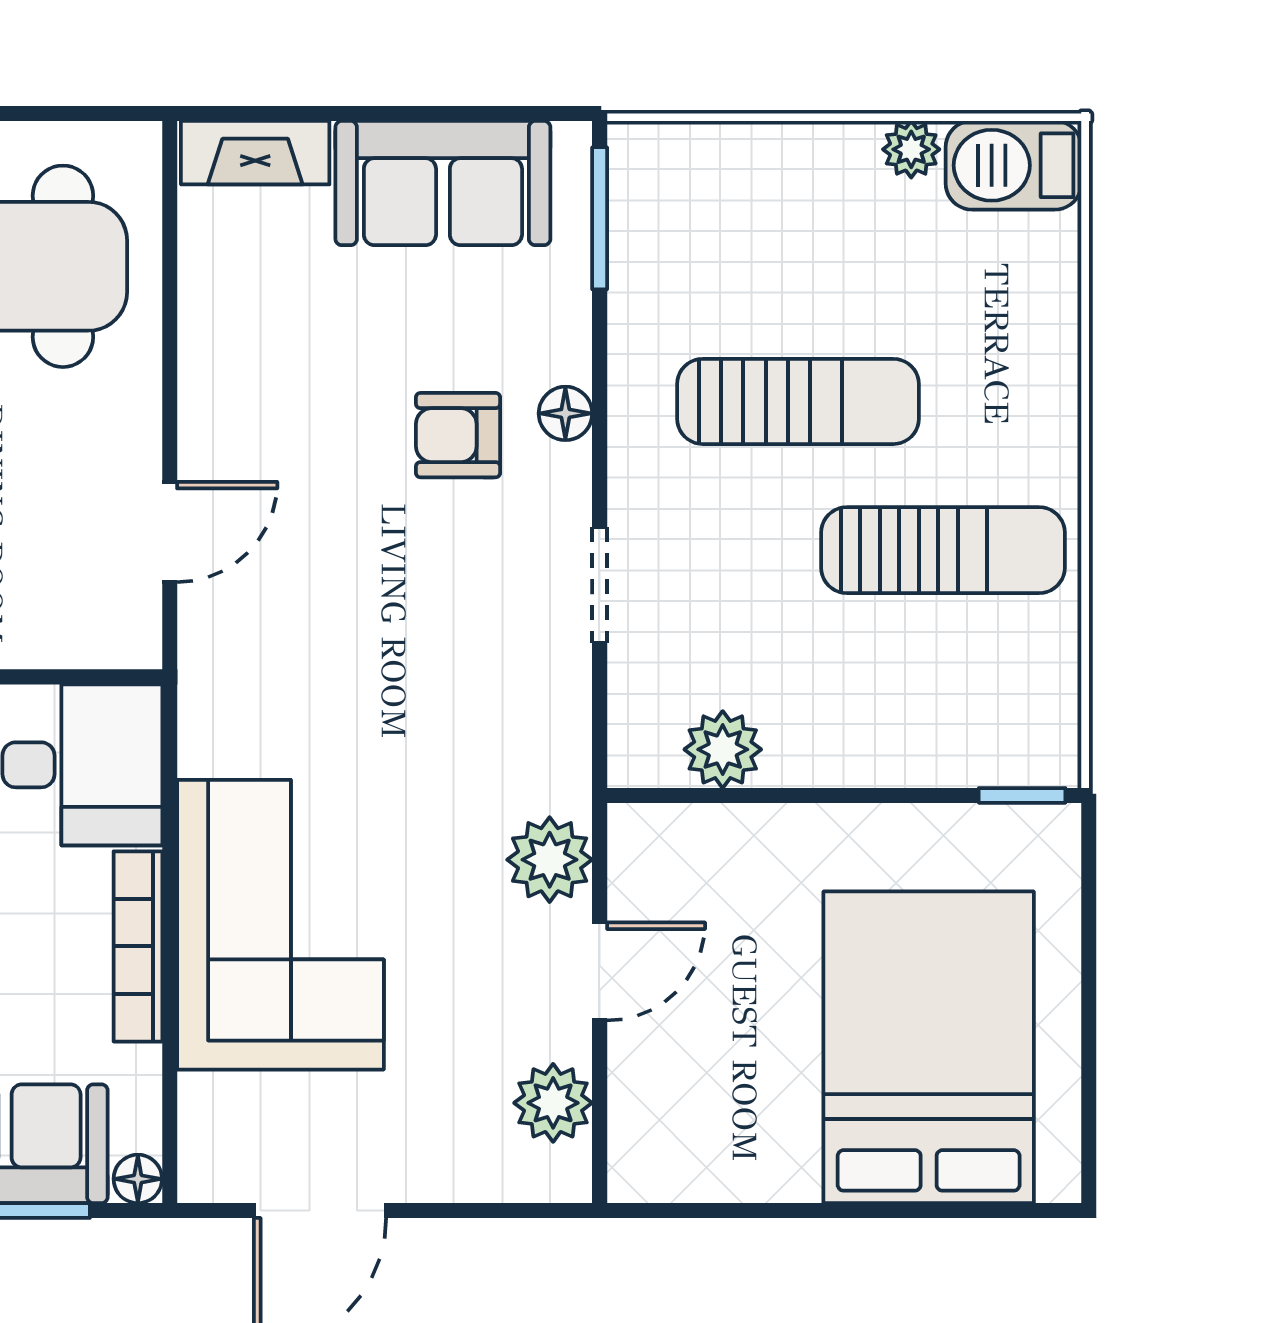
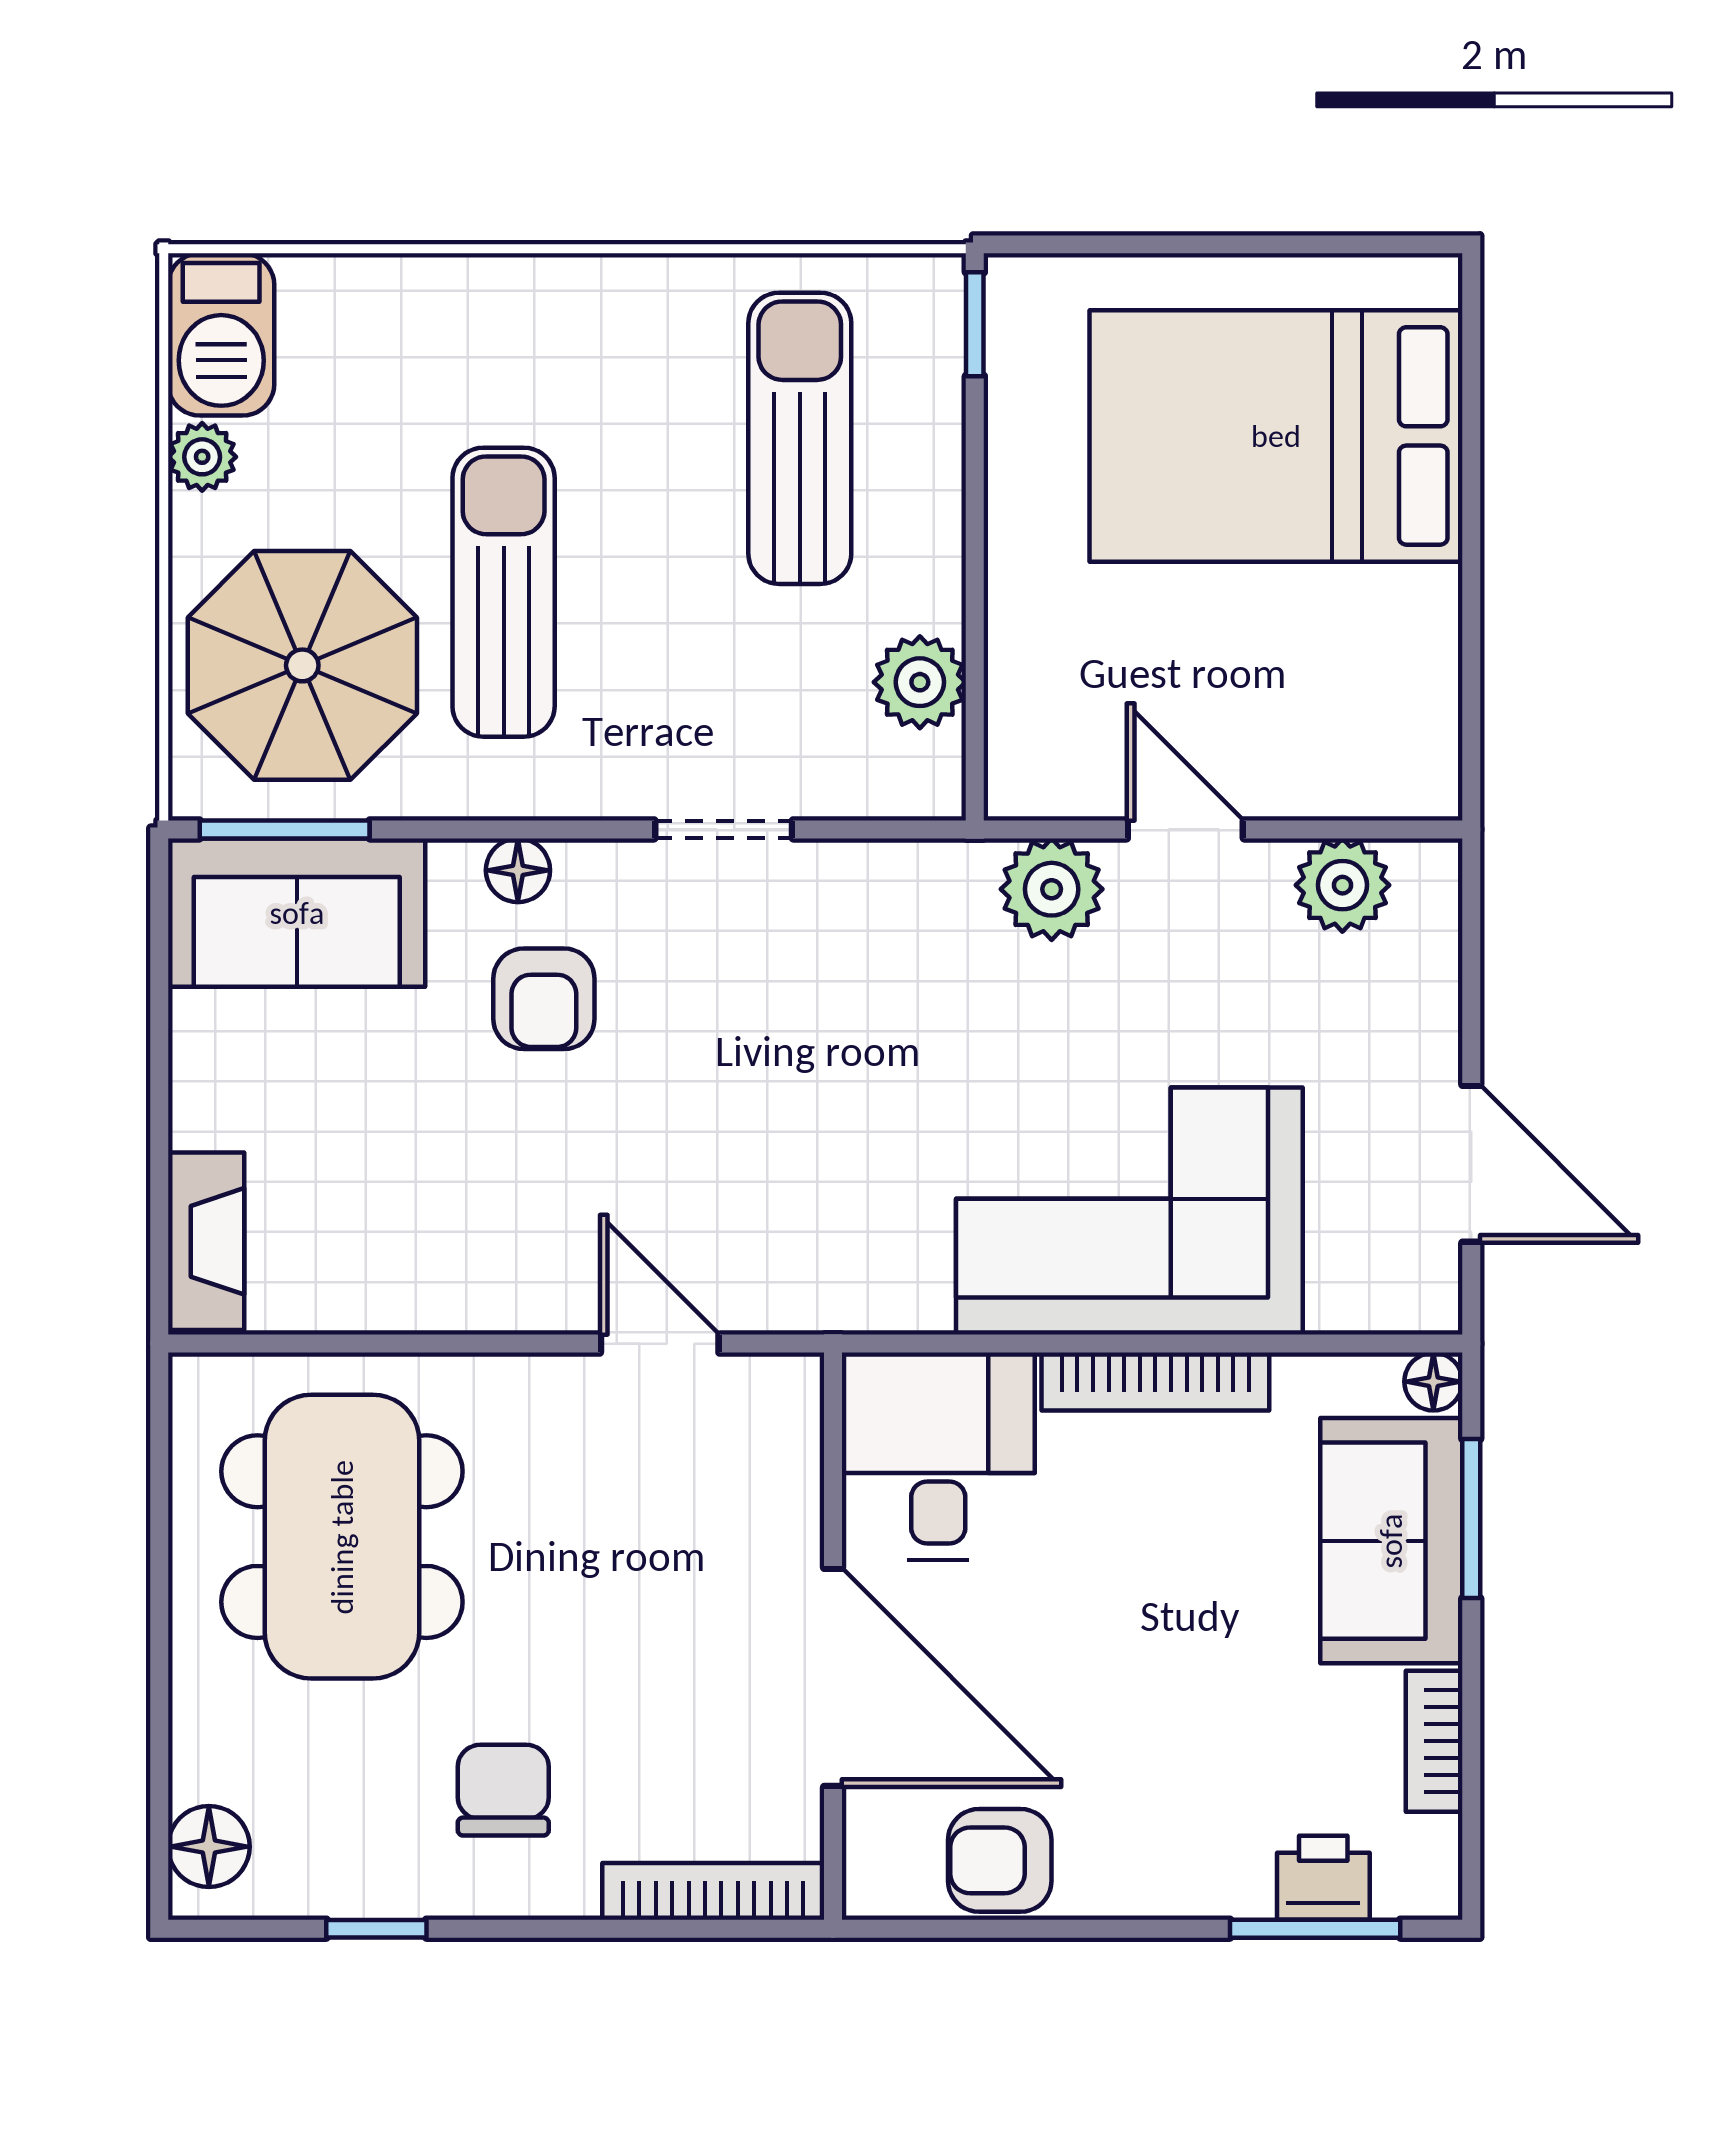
sofa: (443, 183) -> (297, 913), moved, turned 90
parasol: (737, 233) -> (302, 665), added
sun lounger: (943, 550) -> (800, 438), moved

